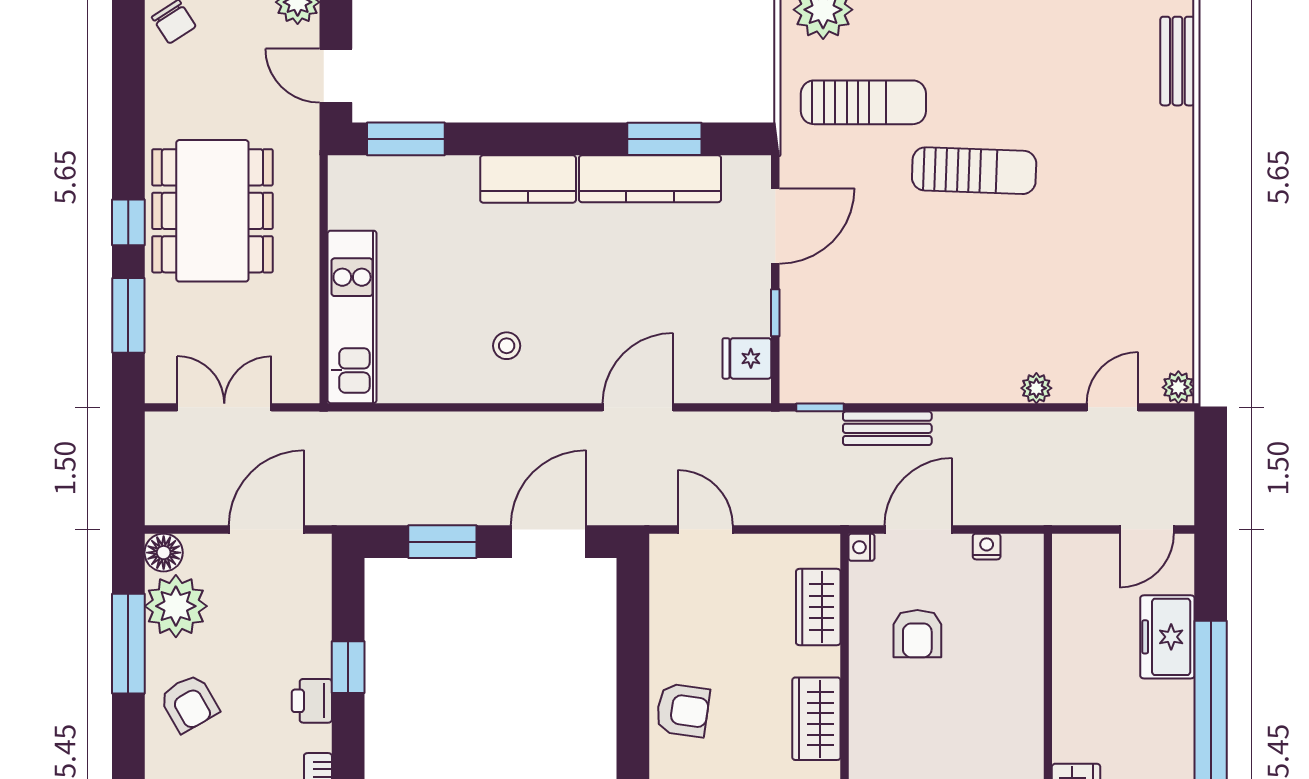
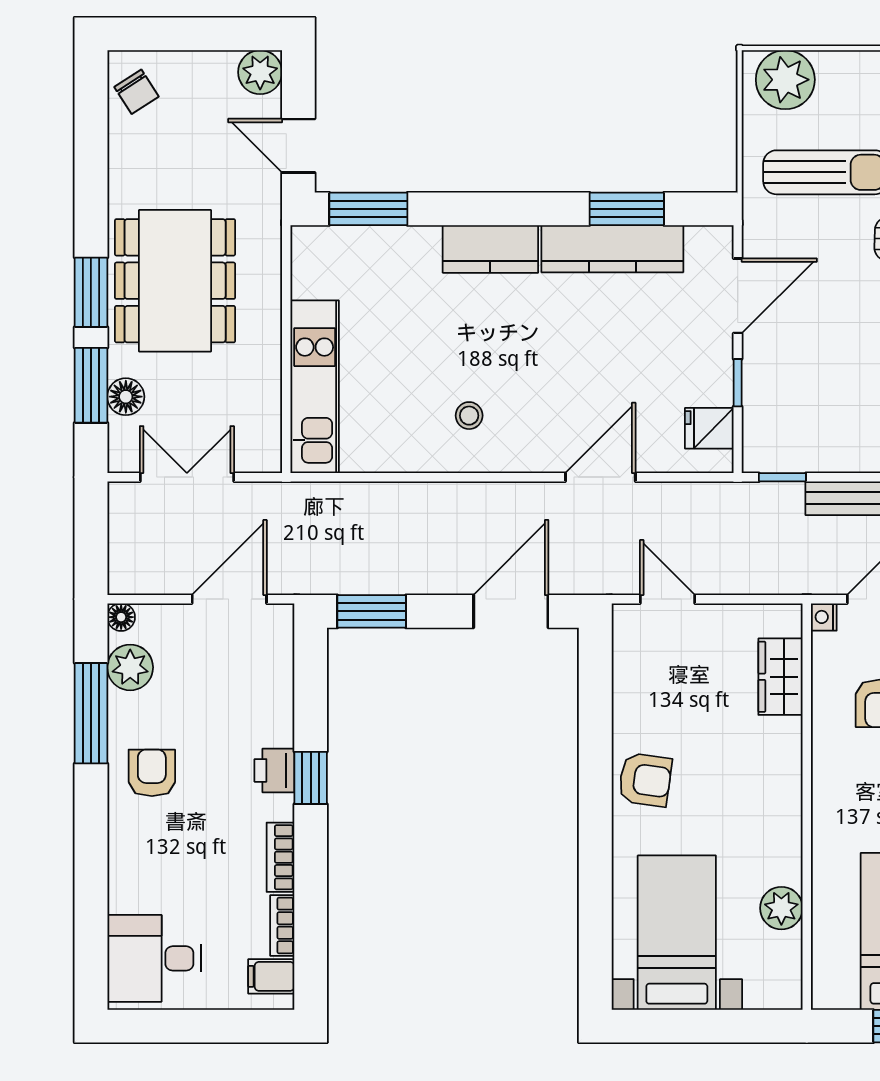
window: (128, 222) -> (91, 292), width x1.50
floor lamp: (163, 327) -> (126, 397), added
window: (442, 542) -> (372, 611), moved
floor lamp: (164, 553) -> (121, 617), width x0.73, depth x0.73
plant: (176, 606) -> (130, 667), width x0.73, depth x0.73
window: (348, 667) -> (311, 778), moved
armchair: (189, 703) -> (152, 773), turned -150
wardrobe: (816, 719) -> (779, 788), removed

